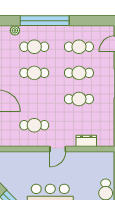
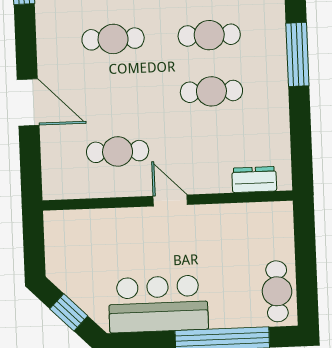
dresser: (86, 141) -> (254, 180), moved
door: (58, 149) -> (170, 200), swing flipped

